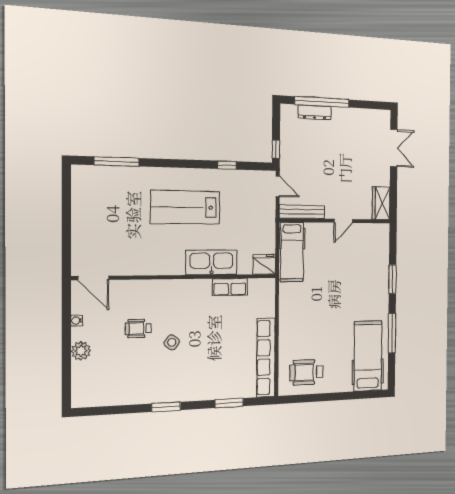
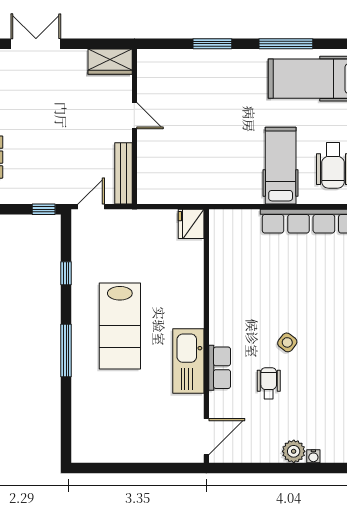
window: (117, 162) -> (66, 350), moved
hospital bed: (292, 252) -> (281, 166), moved, turned -90
kitchen sink: (212, 262) -> (188, 361), moved
row of seats: (230, 287) -> (220, 368), moved
water cooler: (77, 321) -> (313, 456), moved
wheelchair: (138, 328) -> (269, 383), turned 180

